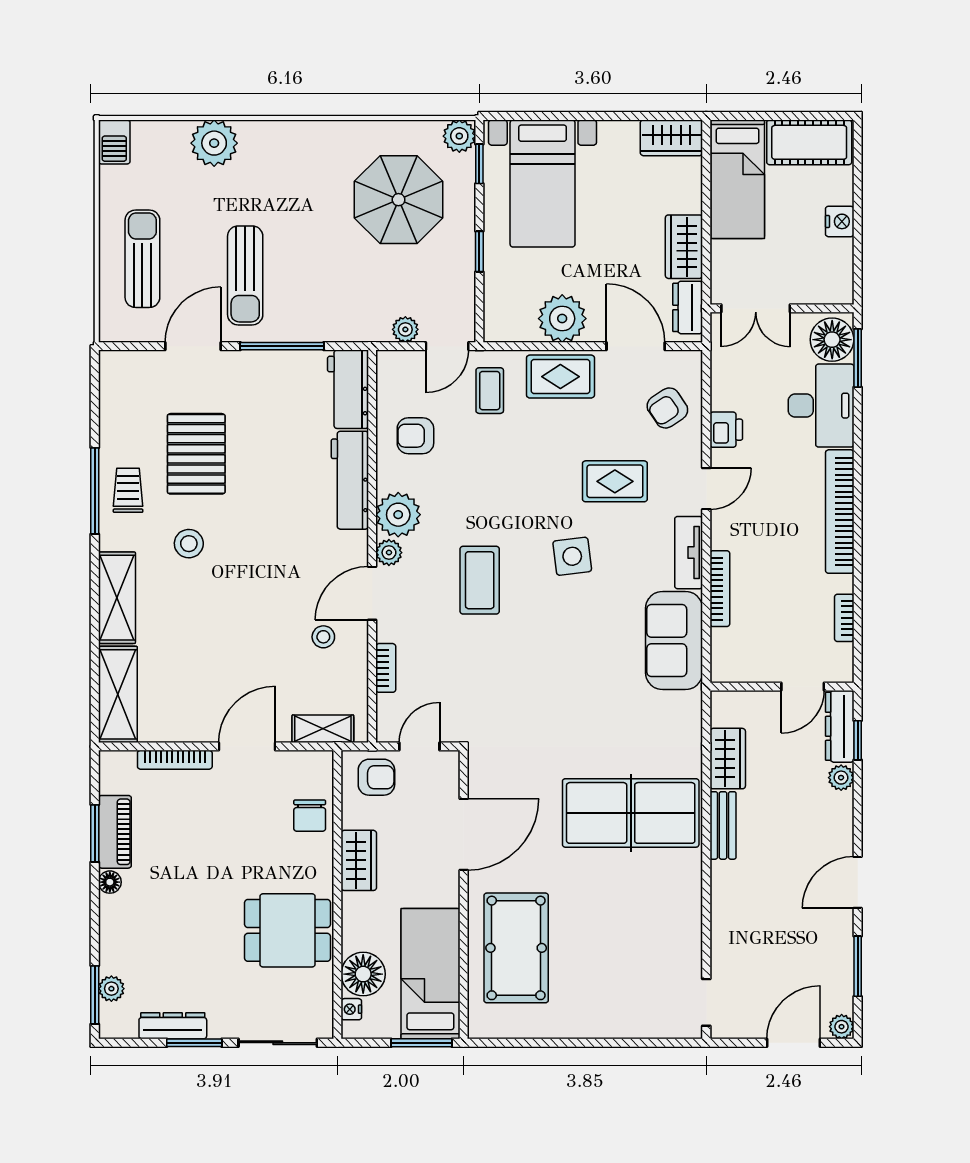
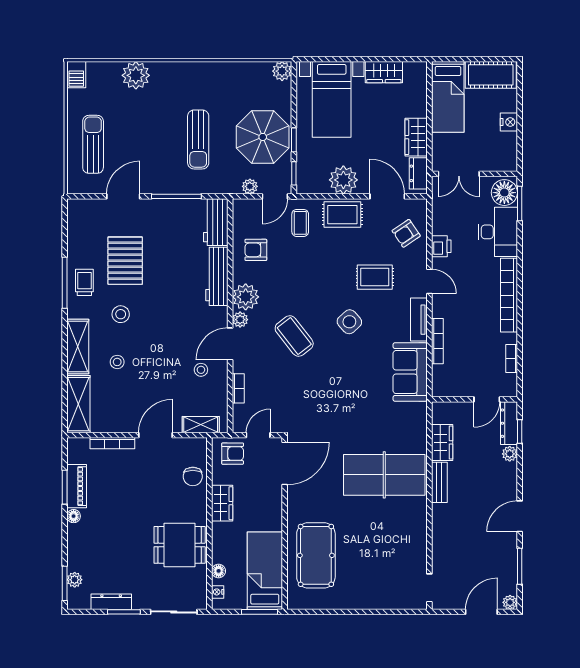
wardrobe: (671, 138) -> (384, 72), moved
window: (479, 164) -> (294, 173), moved
parasol: (399, 200) -> (263, 137), moved
sun lounger: (245, 275) -> (198, 139), moved
door: (706, 489) -> (429, 281), hinge flipped
side table: (572, 556) -> (349, 322), turned -35
coffee table: (480, 580) -> (294, 336), turned -38
stool: (183, 624) -> (117, 362), added
door: (464, 834) -> (285, 463), moved
floor lamp: (363, 974) -> (219, 571), width x0.53, depth x0.53

